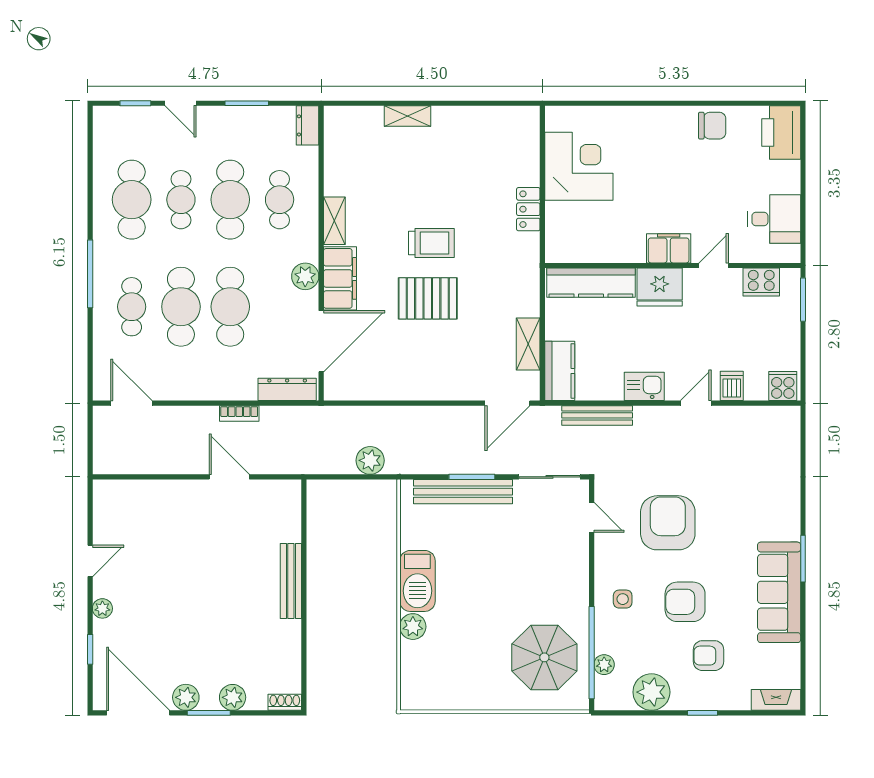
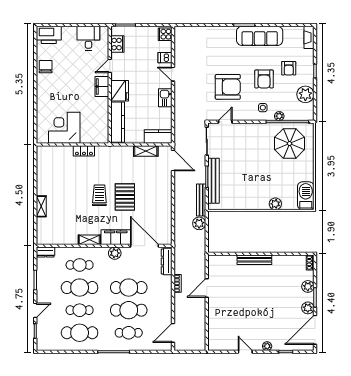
door: (714, 265) -> (110, 66), hinge flipped
bench: (597, 415) -> (201, 200), moved
armchair: (668, 523) -> (228, 87), turned 180
barbecue: (417, 581) -> (306, 196), moved, turned -90
plant: (604, 665) -> (279, 116), moved

